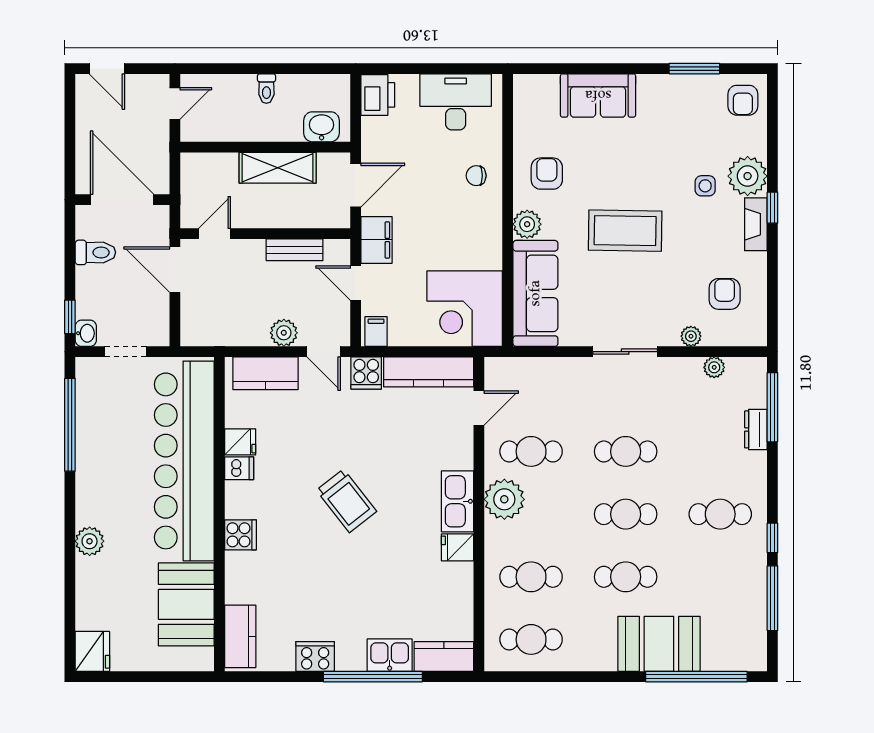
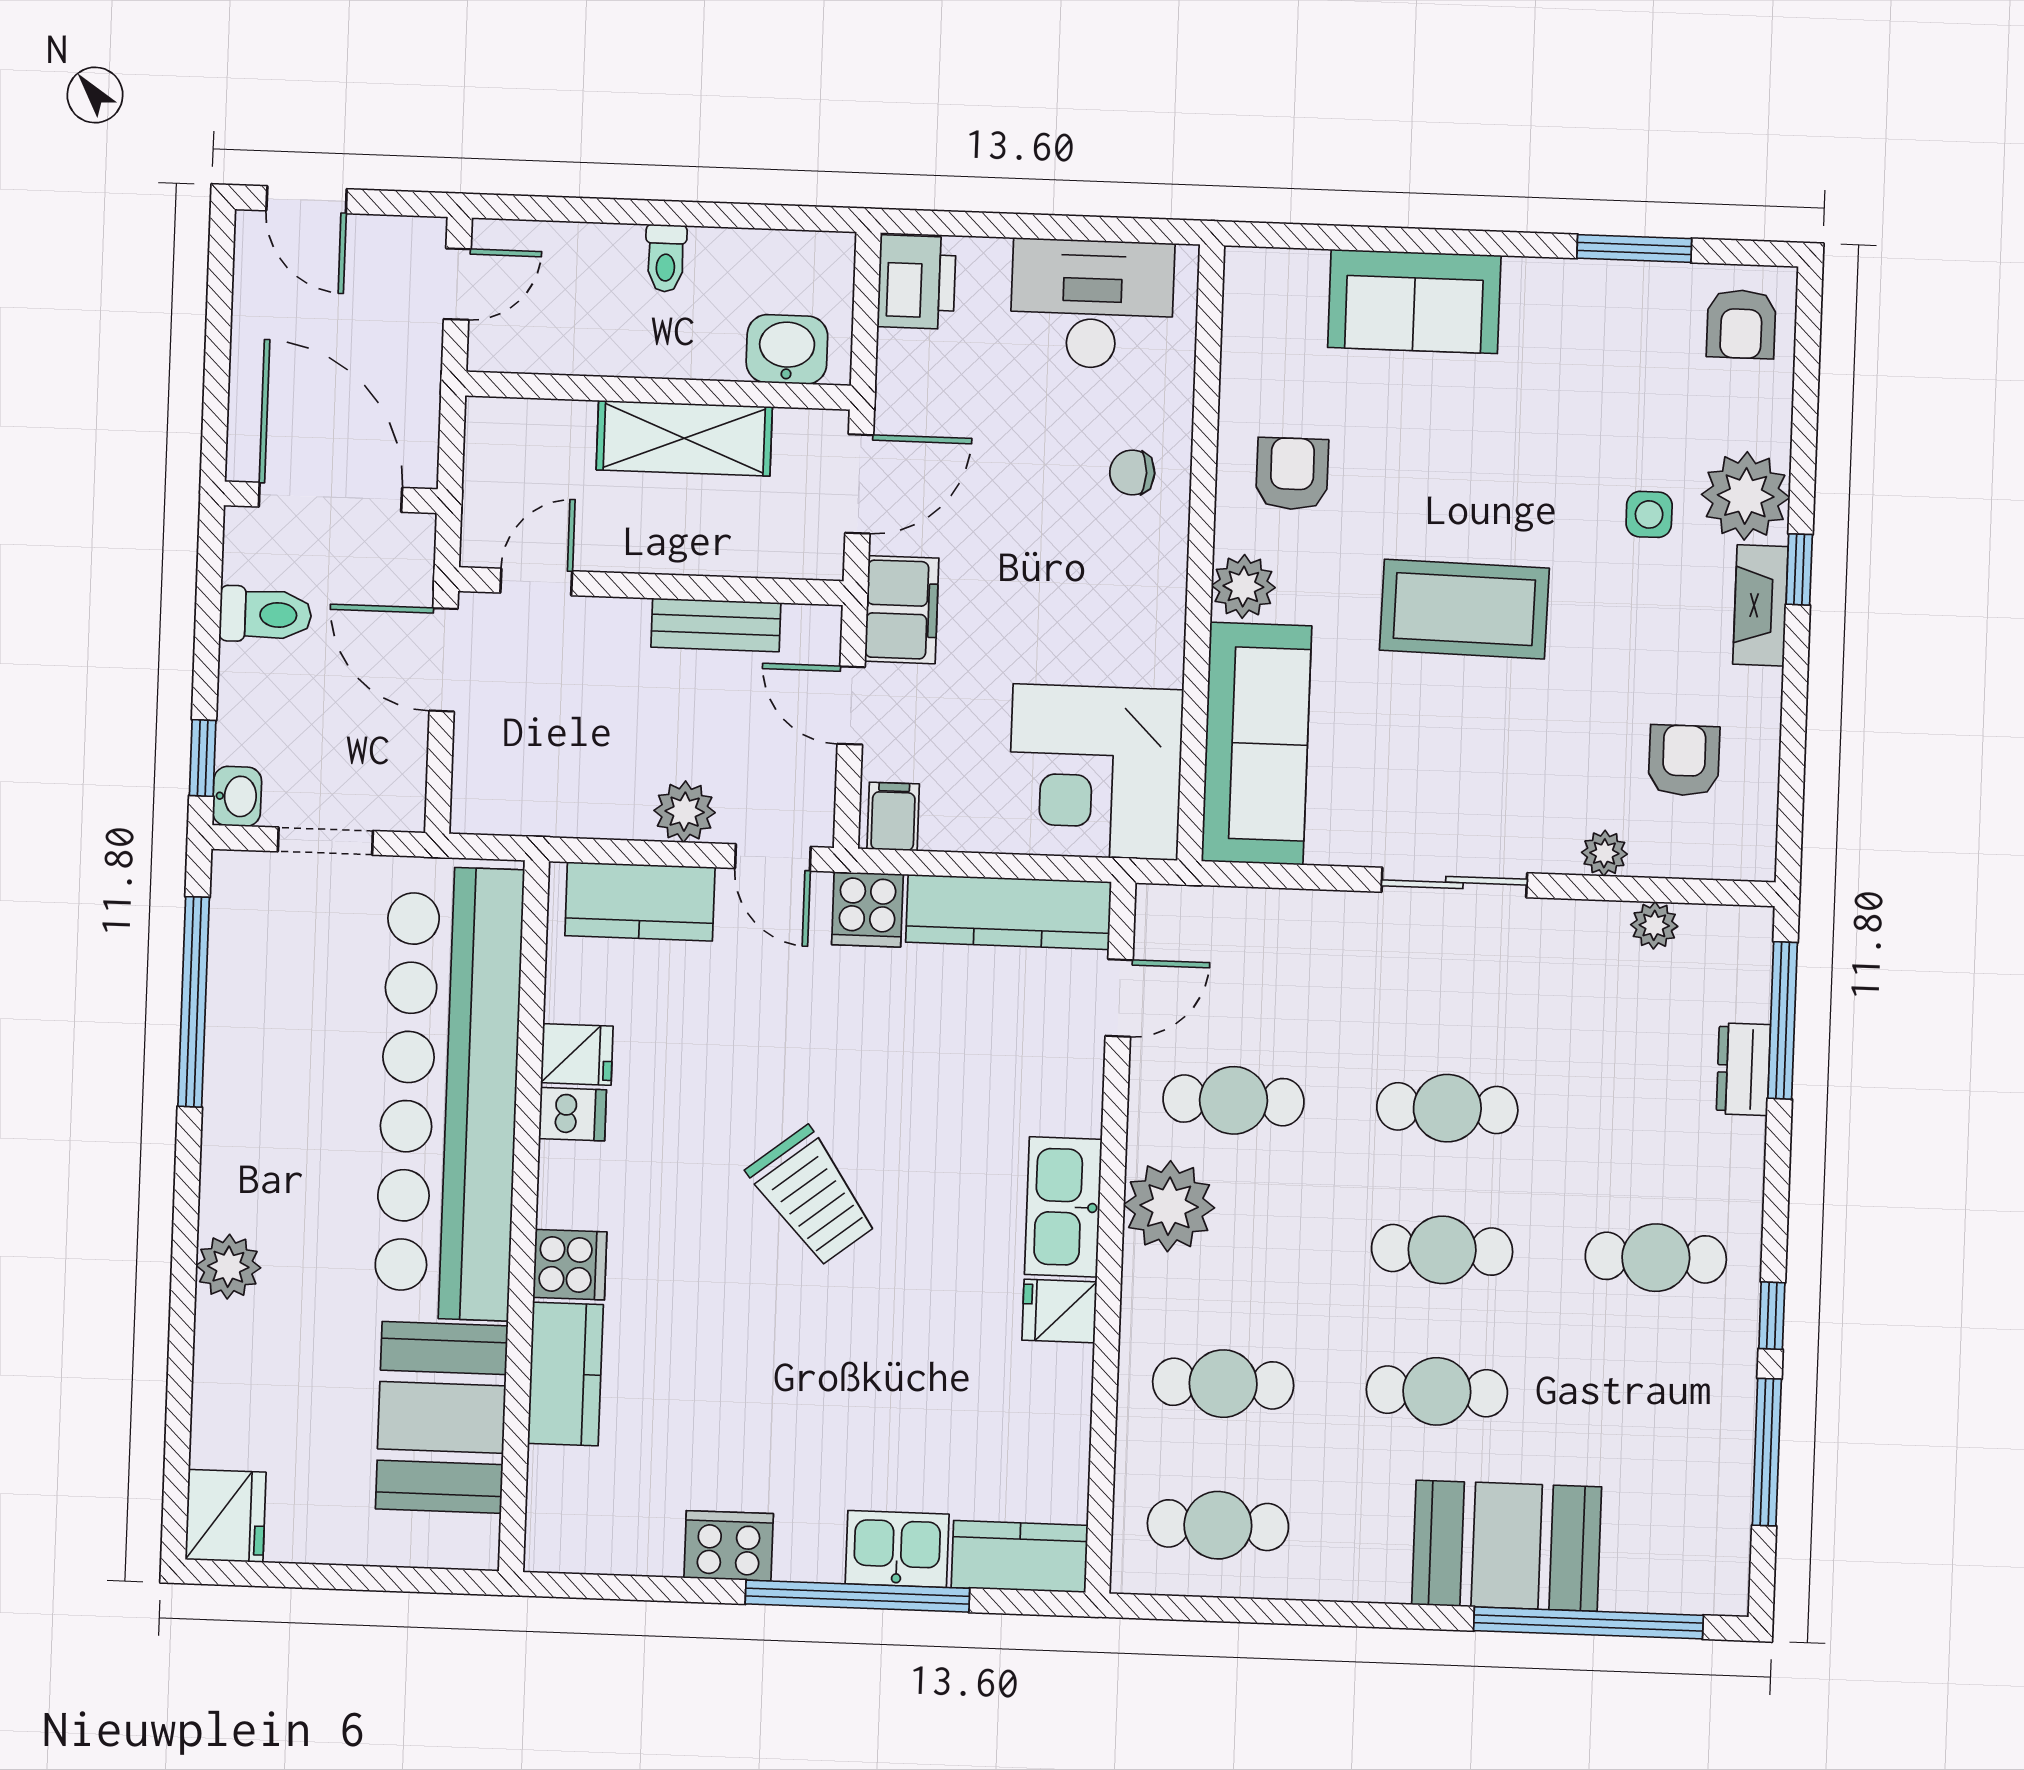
kitchen counter: (240, 636) -> (565, 1374), moved

